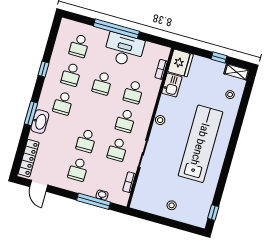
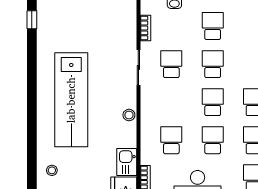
school desk: (125, 121) -> (213, 102), moved
stool: (172, 205) -> (85, 14), removed

